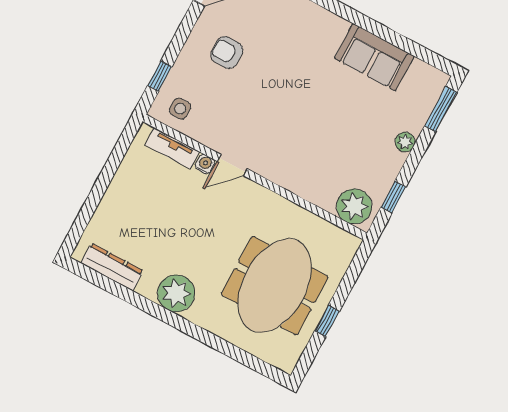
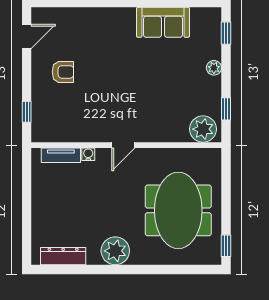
armchair: (227, 53) -> (63, 72), turned 180
side table: (180, 109) -> (52, 126), removed
window: (441, 109) -> (226, 33), width x0.67
door: (232, 165) -> (123, 145), moved
window: (327, 321) -> (226, 246), moved

